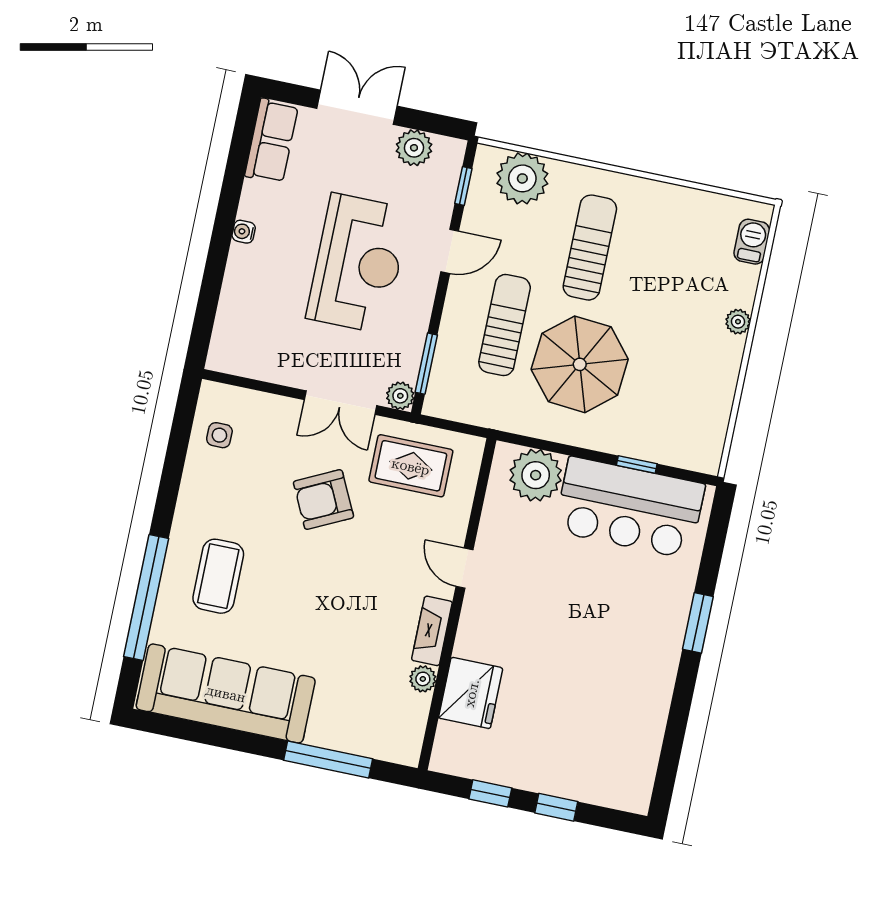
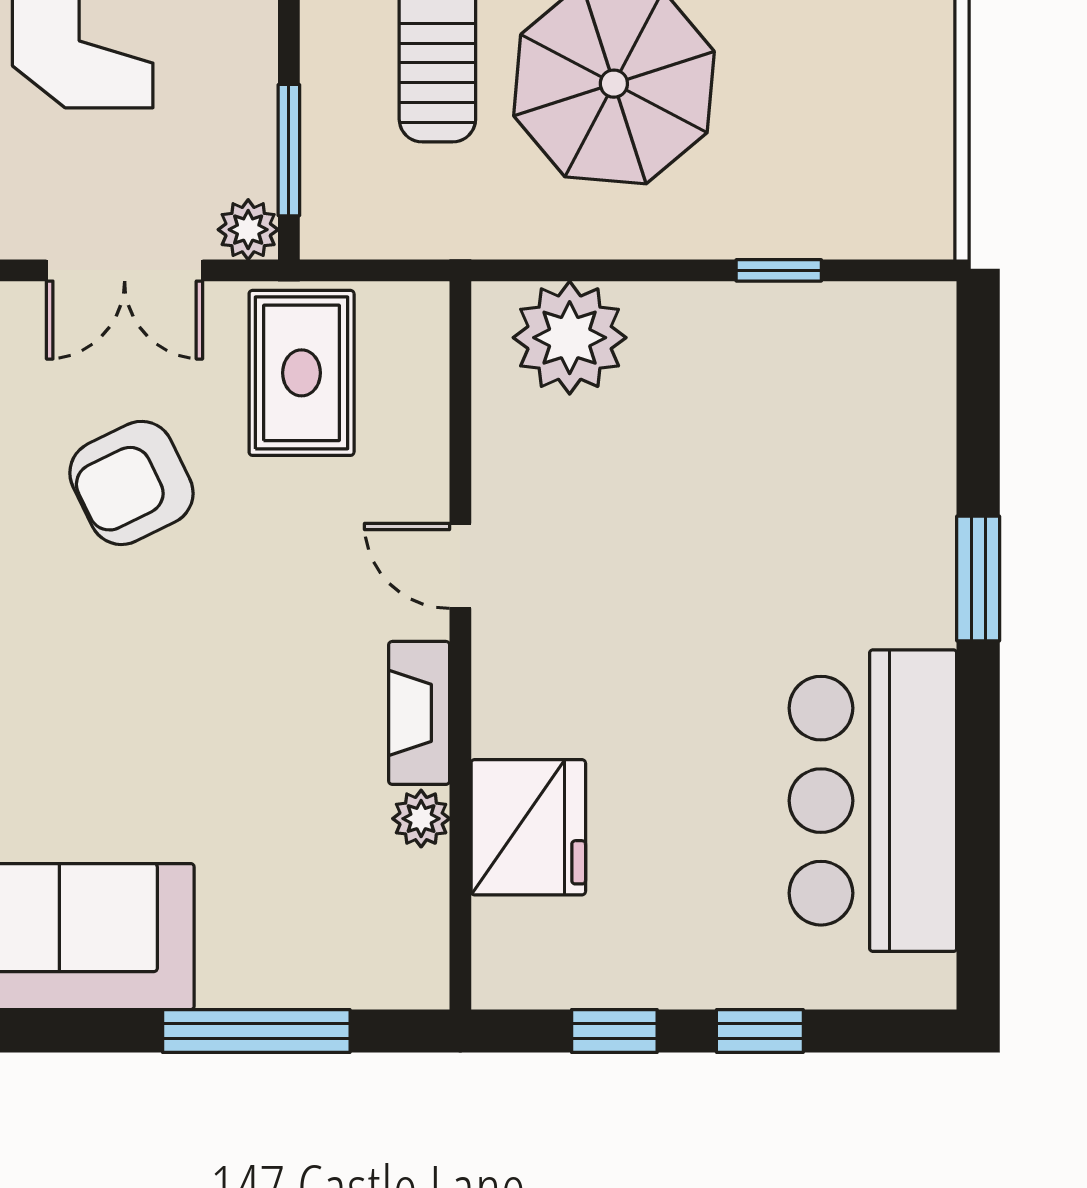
rug: (411, 466) -> (302, 373), turned 90
bar counter: (630, 508) -> (873, 801), moved, turned 90

